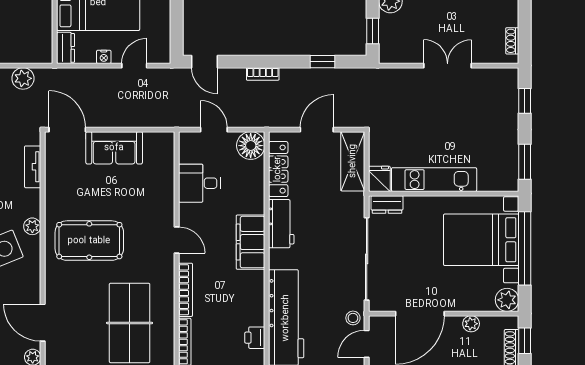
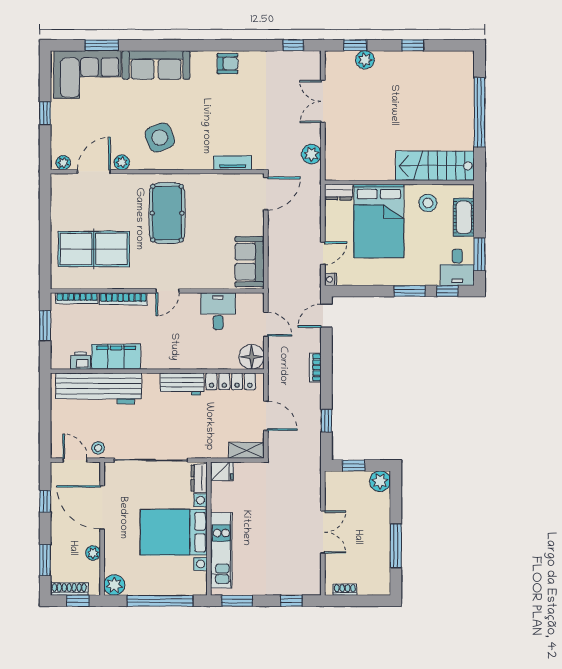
nightstand: (104, 57) -> (331, 279), moved
door: (134, 66) -> (323, 253), hinge flipped
door: (214, 130) -> (266, 324), hinge flipped
sofa: (114, 148) -> (250, 262), moved
shelving: (353, 161) -> (246, 450), width x0.67, depth x0.75
kitchen unit: (434, 180) -> (221, 550), moved
plant: (32, 226) -> (122, 162), moved
bed with nightstands: (481, 240) -> (174, 532), moved, turned -90
filing cabinet: (251, 242) -> (116, 357), moved

